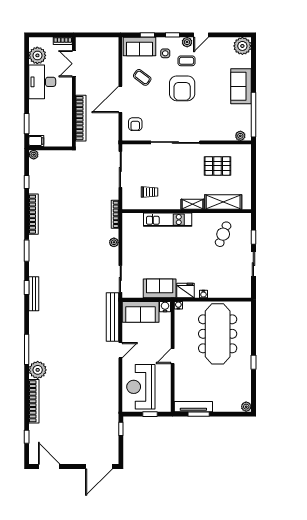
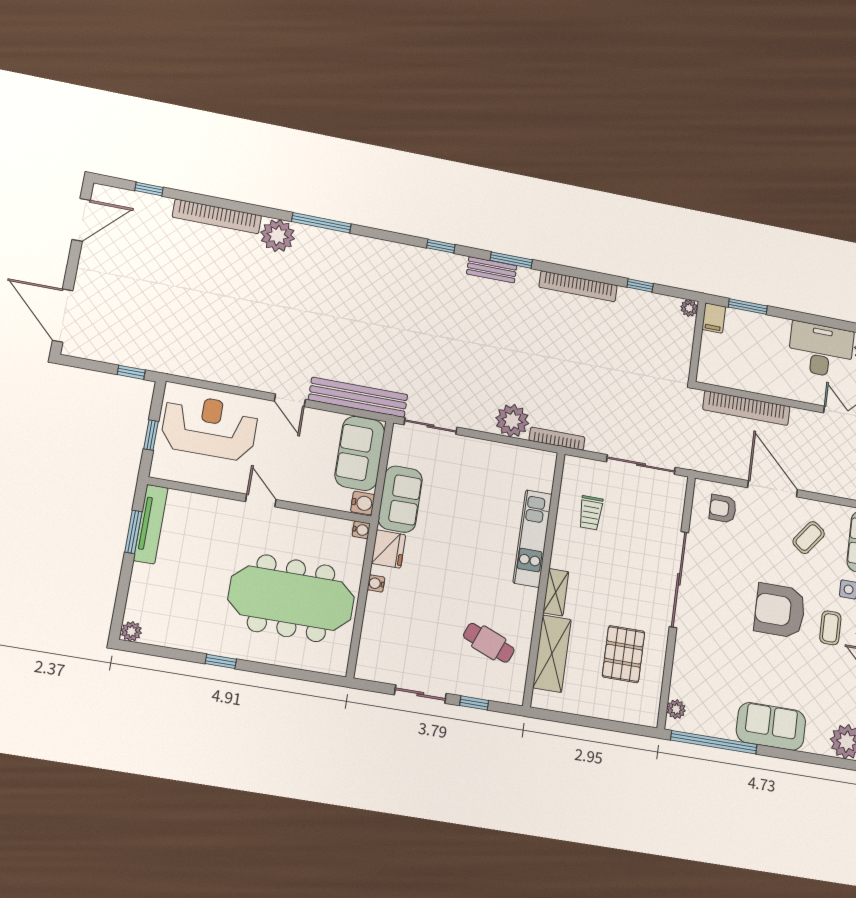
plant: (114, 242) -> (512, 421), width x1.87, depth x1.87
bench: (34, 294) -> (492, 270), moved, width x0.73

